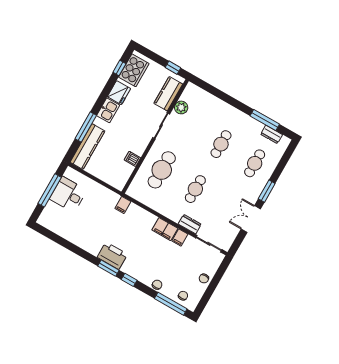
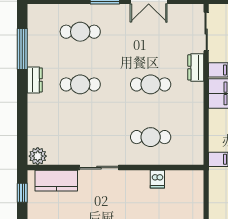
plant: (181, 107) -> (38, 156), moved
dresser: (272, 134) -> (35, 80), moved
cafe table: (162, 170) -> (151, 137), width x0.73, depth x0.74

